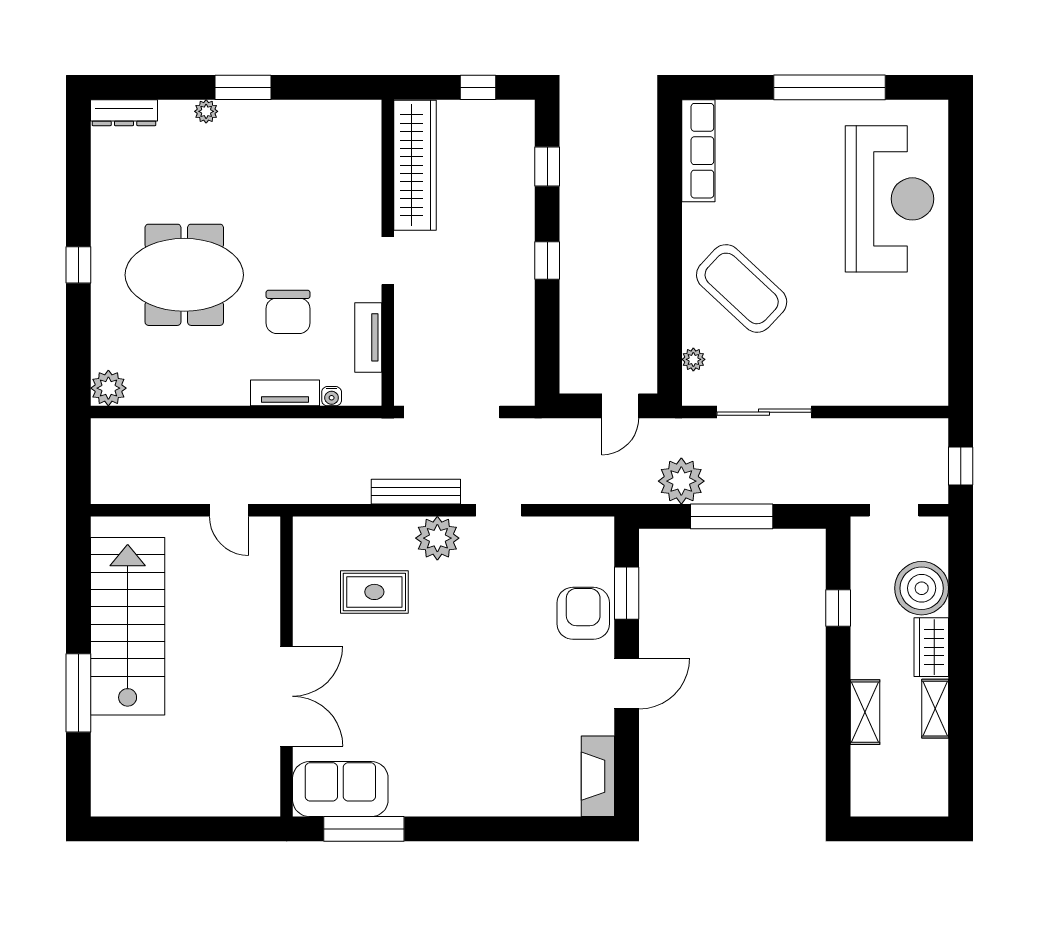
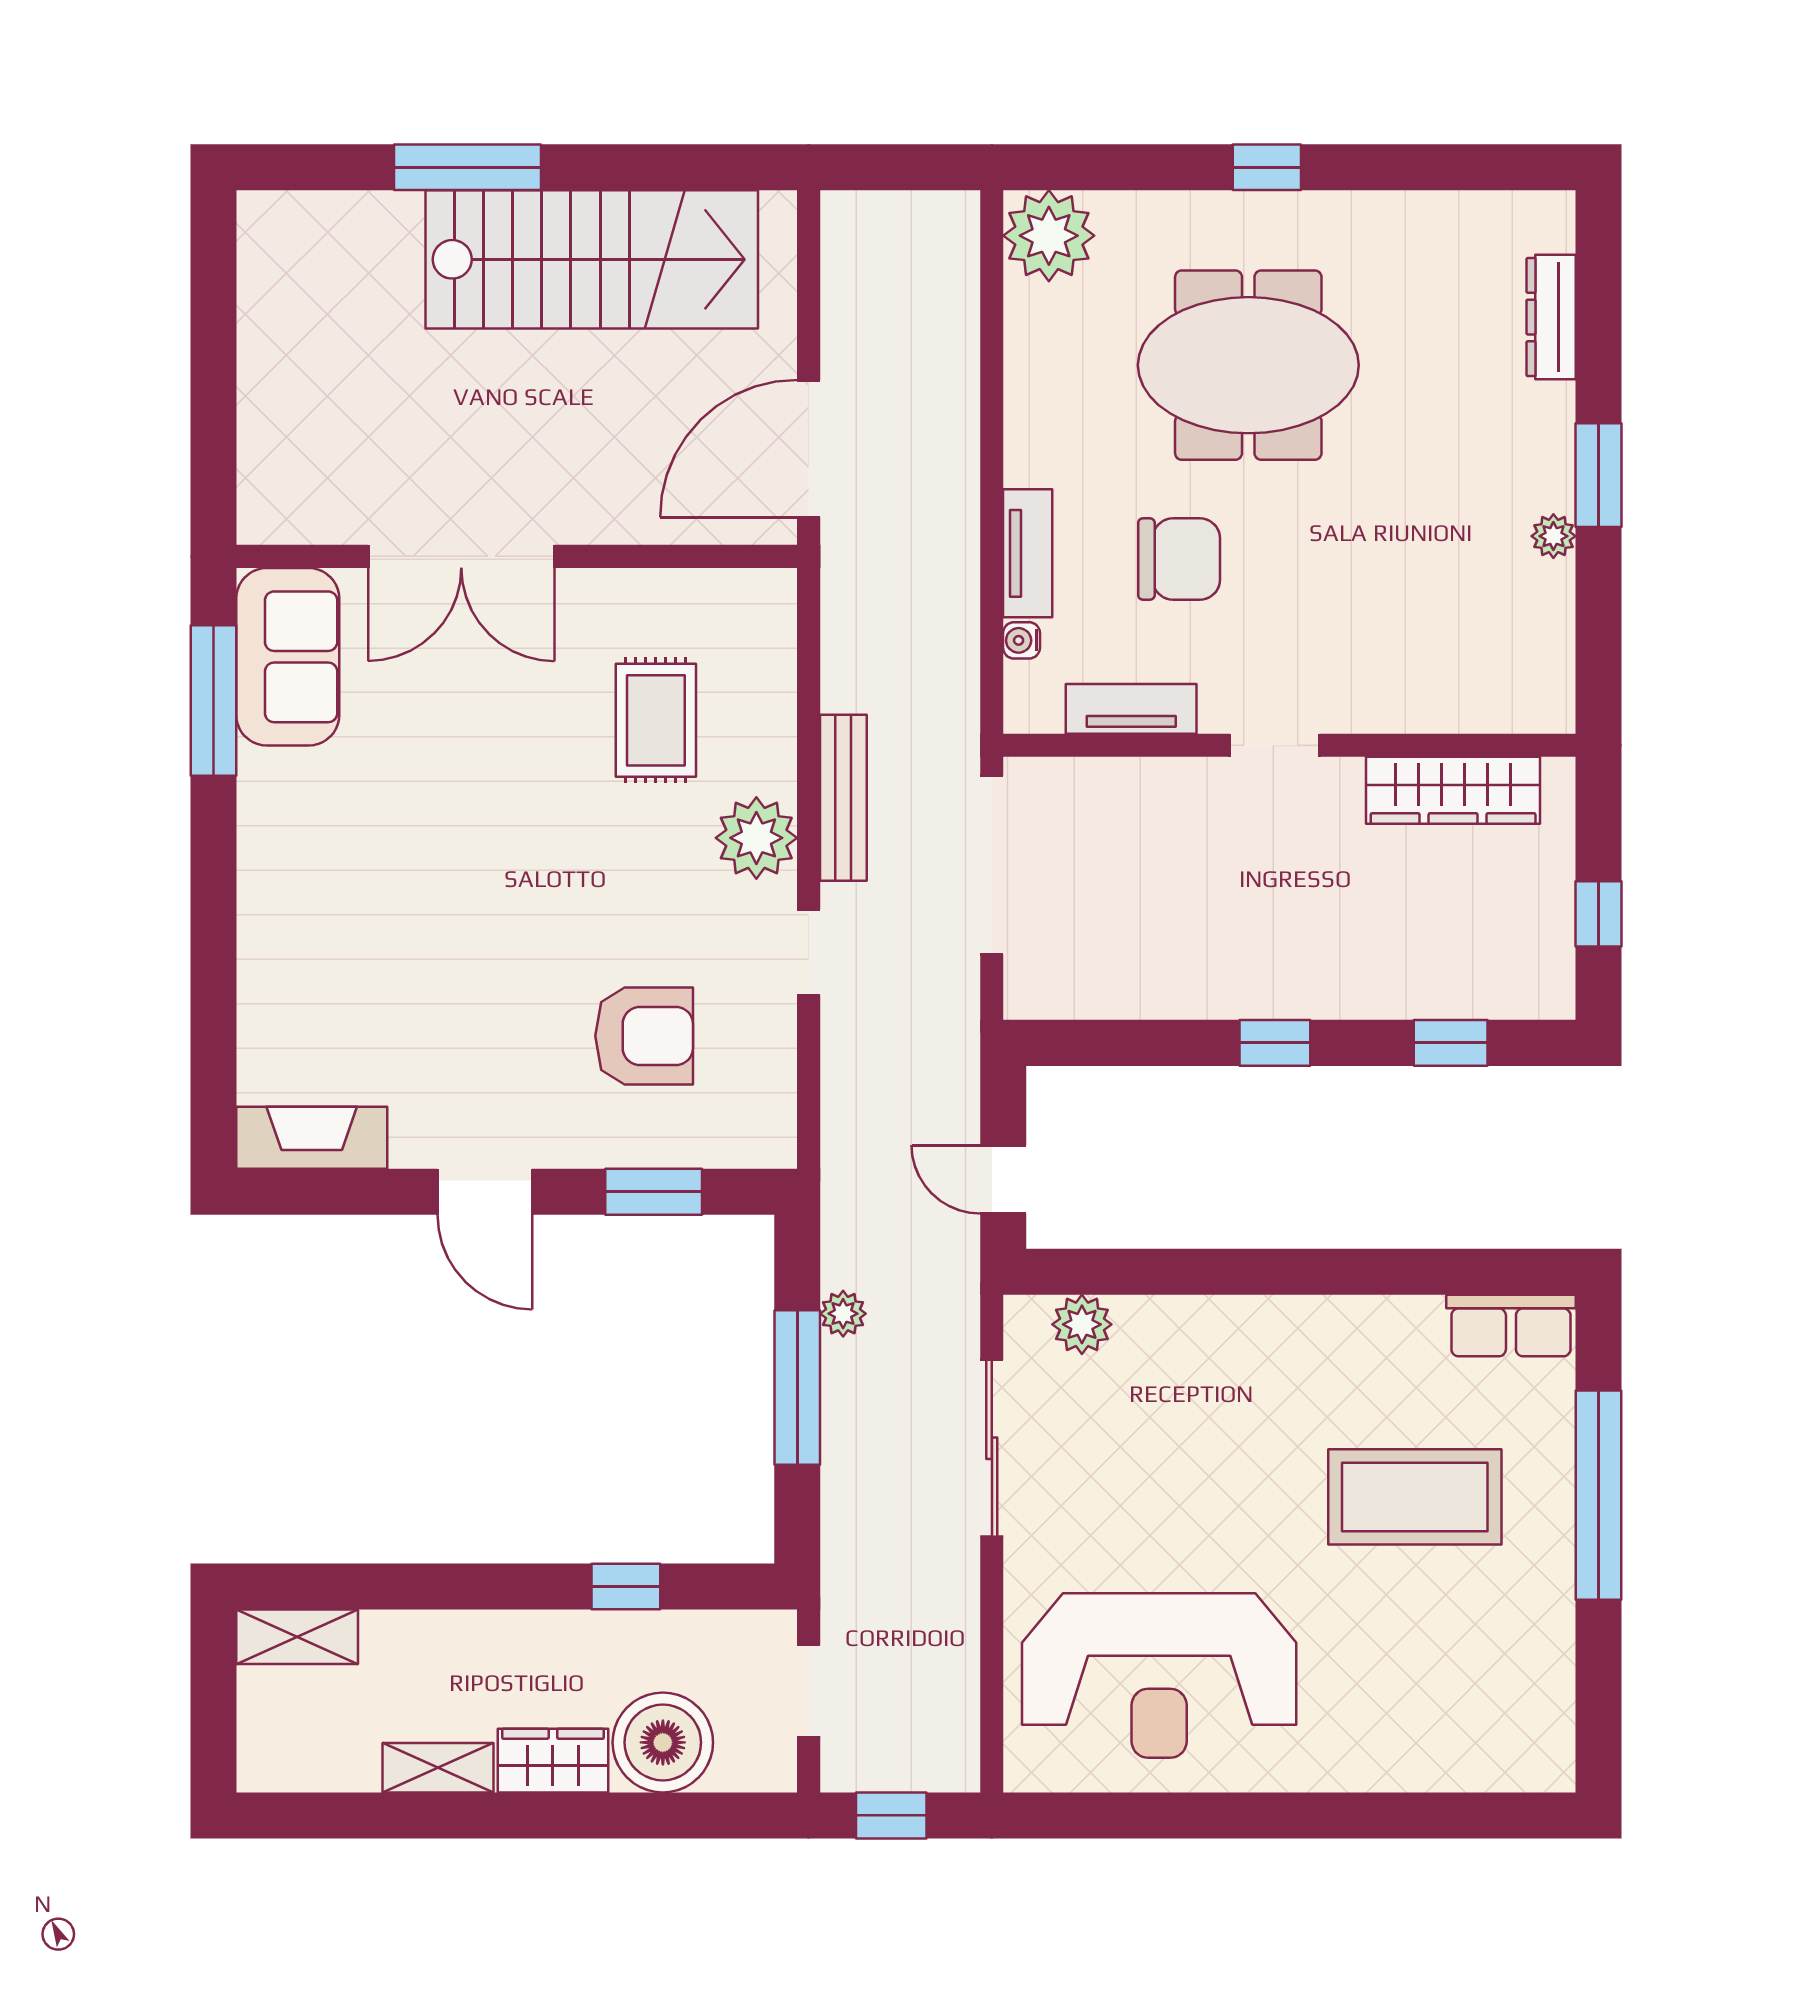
window: (830, 87) -> (1598, 1495), moved
plant: (206, 111) -> (1553, 536), moved
dresser: (124, 113) -> (1551, 317), moved
row of seats: (698, 151) -> (1511, 1326), width x0.68
wardrobe: (415, 165) -> (1453, 790), width x0.71, depth x0.85
reception desk: (889, 199) -> (1159, 1676), moved
meeting table: (184, 275) -> (1248, 365), turned 90
coffee table: (742, 288) -> (1415, 1497), moved, turned 47
chair: (288, 312) -> (1179, 559), turned 180
plant: (693, 359) -> (1082, 1324), width x1.38, depth x1.38
plant: (108, 388) -> (1049, 236), width x1.36, depth x1.36
plant: (681, 481) -> (843, 1314), width x0.53, depth x0.53
door: (229, 510) -> (809, 449), width x1.88
armchair: (583, 613) -> (644, 1036), moved
shelving: (865, 712) -> (297, 1637), moved

